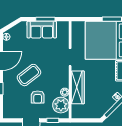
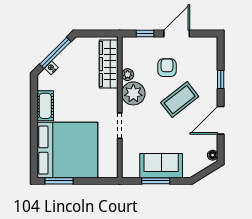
wardrobe: (78, 87) -> (109, 64), moved
plant: (61, 105) -> (133, 93), moved

